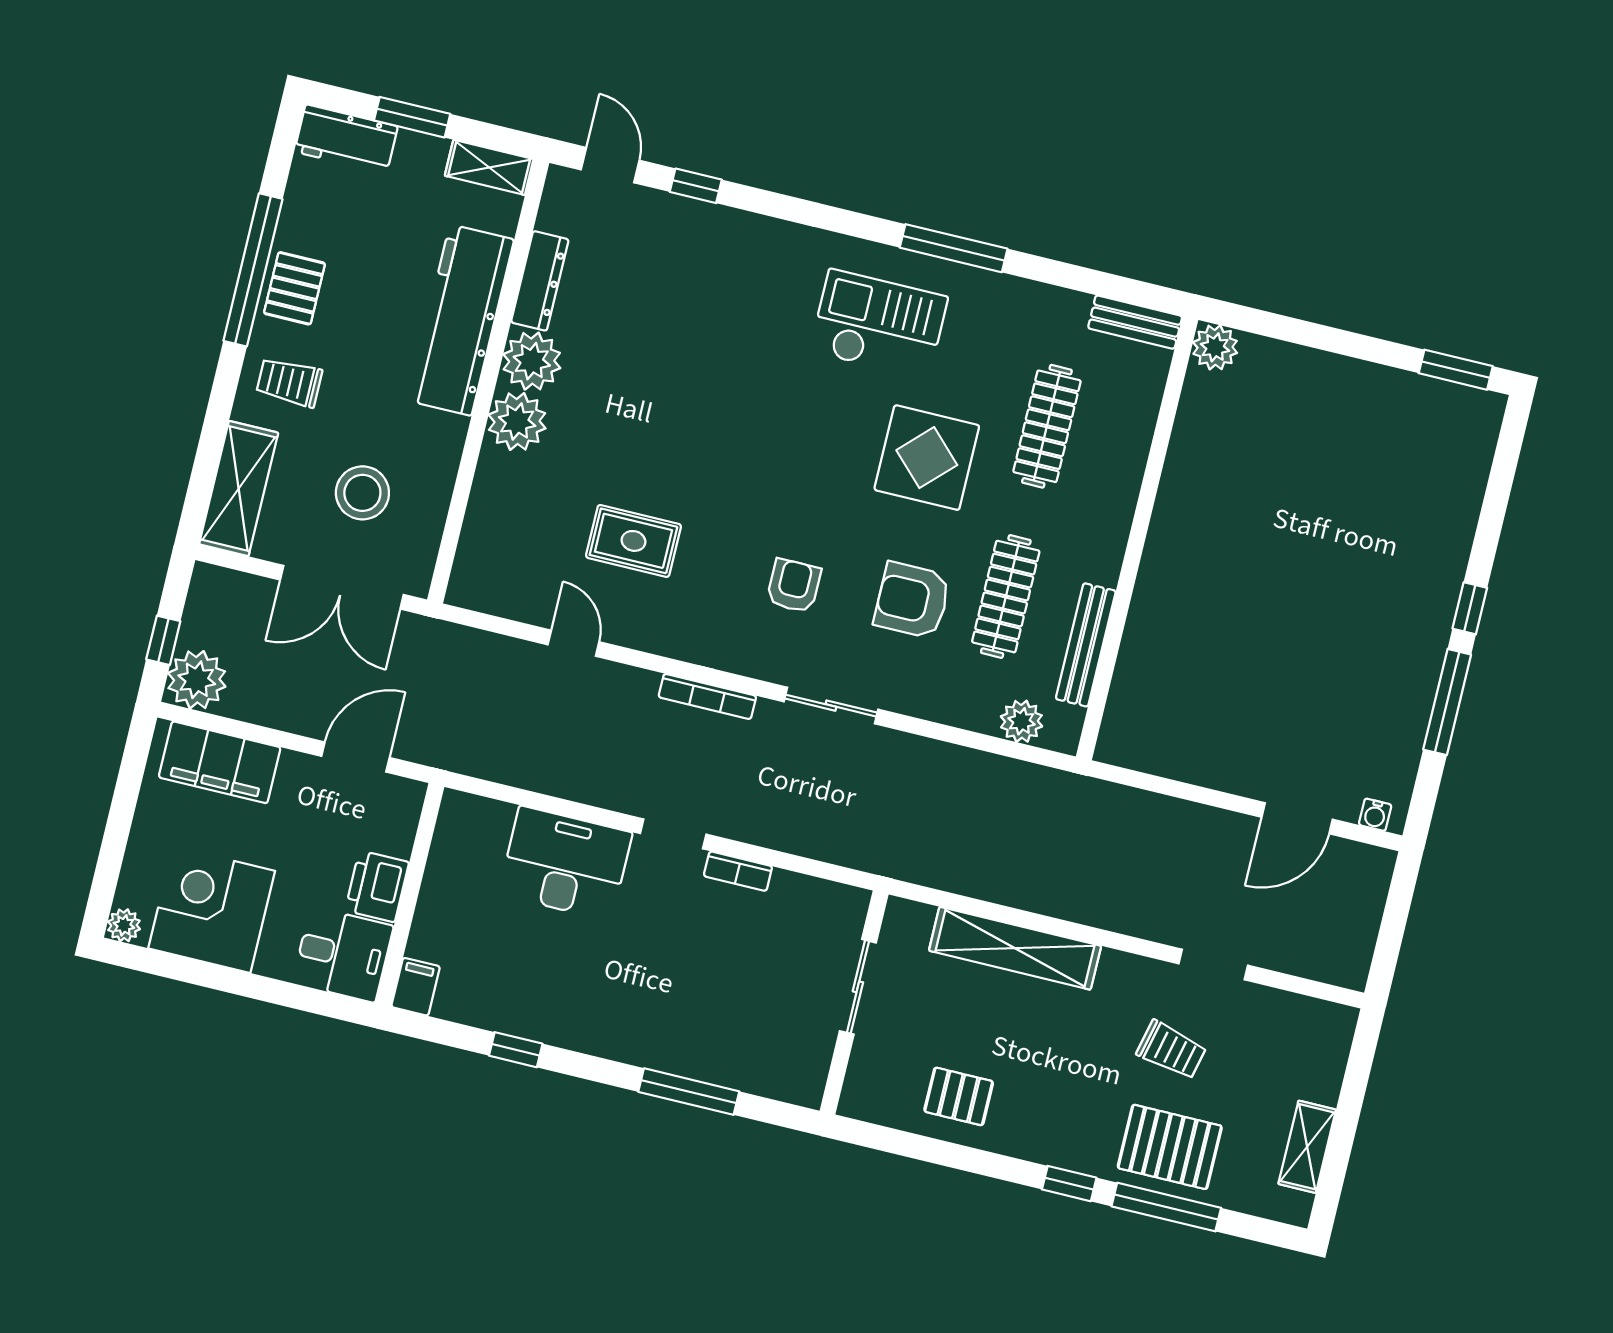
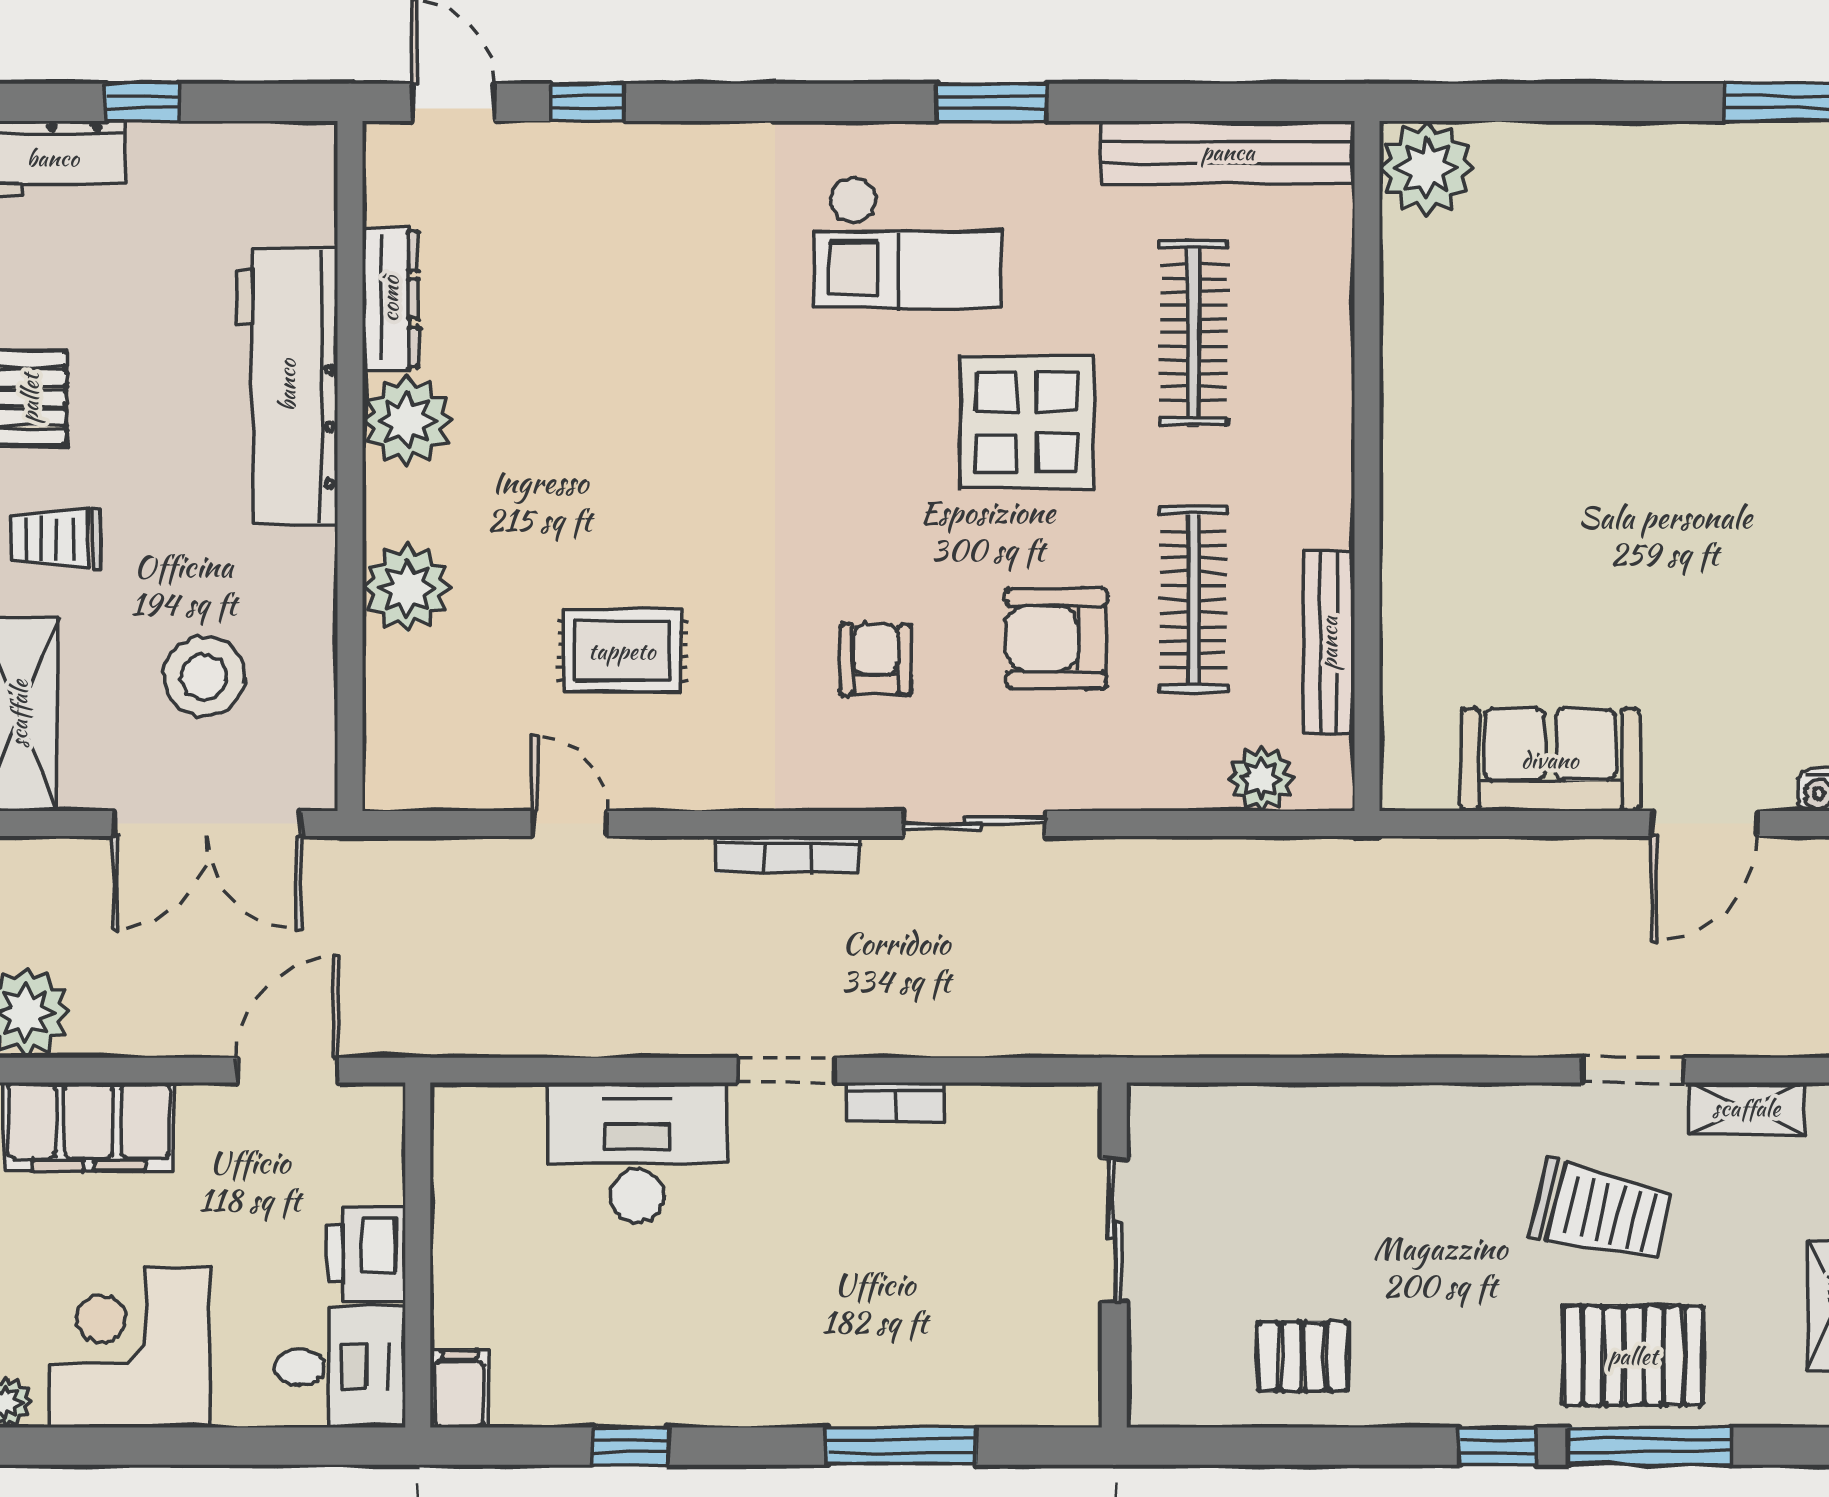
window: (412, 117) -> (143, 102), width x0.67
shelving: (489, 167) -> (275, 149), removed
window: (954, 248) -> (991, 102), width x0.69
bench: (1135, 322) -> (1228, 152), width x1.86, depth x1.21
checkout: (879, 324) -> (908, 242), turned 180
plant: (1215, 347) -> (1427, 168), width x1.36, depth x1.36
plant: (517, 422) -> (407, 588), moved
sofa: (1209, 754) -> (1550, 760), added
shelving: (1015, 948) -> (1746, 1108), moved, width x0.45, depth x0.75
trolley: (1171, 1050) -> (1601, 1212), width x1.36, depth x1.39

